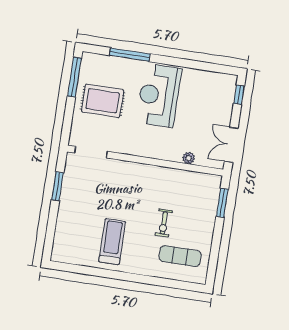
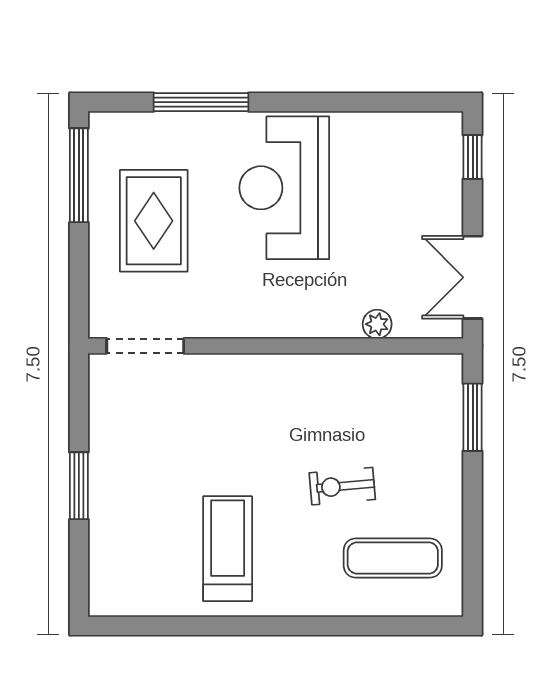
rug: (103, 101) -> (154, 221), turned 90
window: (58, 186) -> (79, 486), moved
exercise bike: (164, 223) -> (342, 486), turned 85

